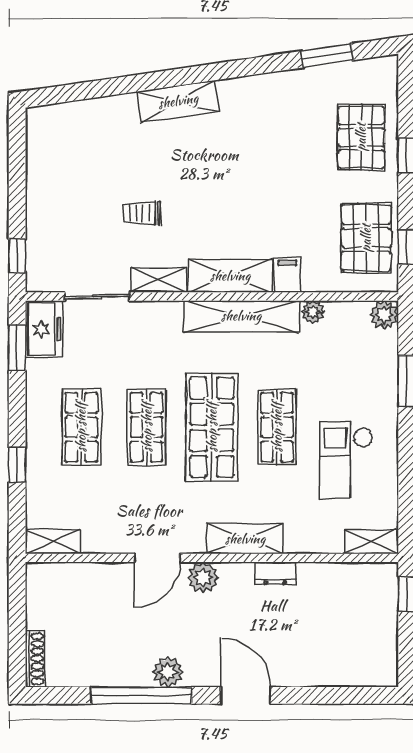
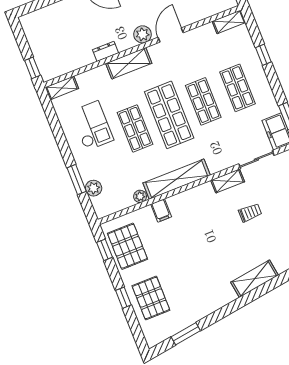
shelving: (230, 276) -> (191, 198), removed
plant: (384, 315) -> (94, 188), moved

